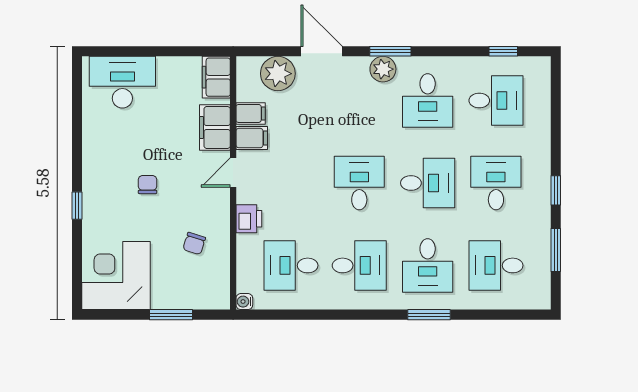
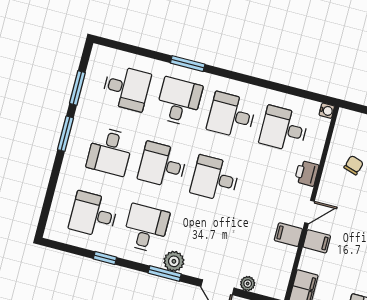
window: (503, 51) -> (105, 258), moved
plant: (278, 74) -> (248, 284), width x0.53, depth x0.53
filing cabinet: (251, 113) -> (284, 254), removed
filing cabinet: (215, 127) -> (317, 241), width x0.50
desk: (359, 183) -> (215, 179), turned 90
window: (556, 190) -> (66, 134), width x1.50
desk: (291, 265) -> (284, 129), turned 180

